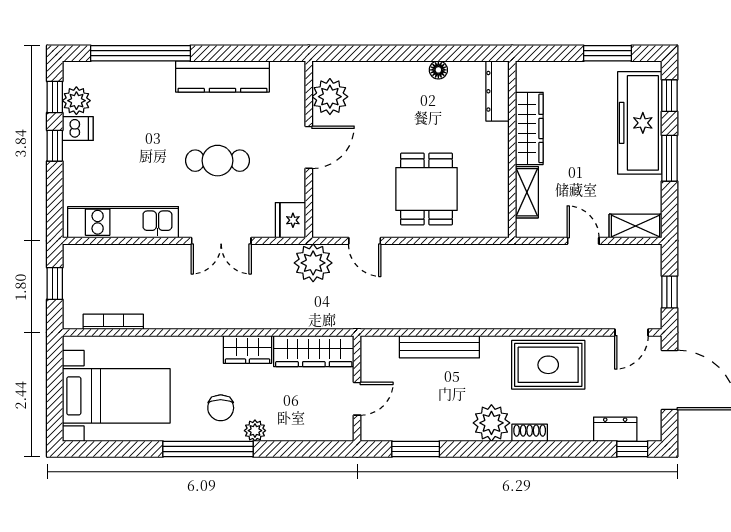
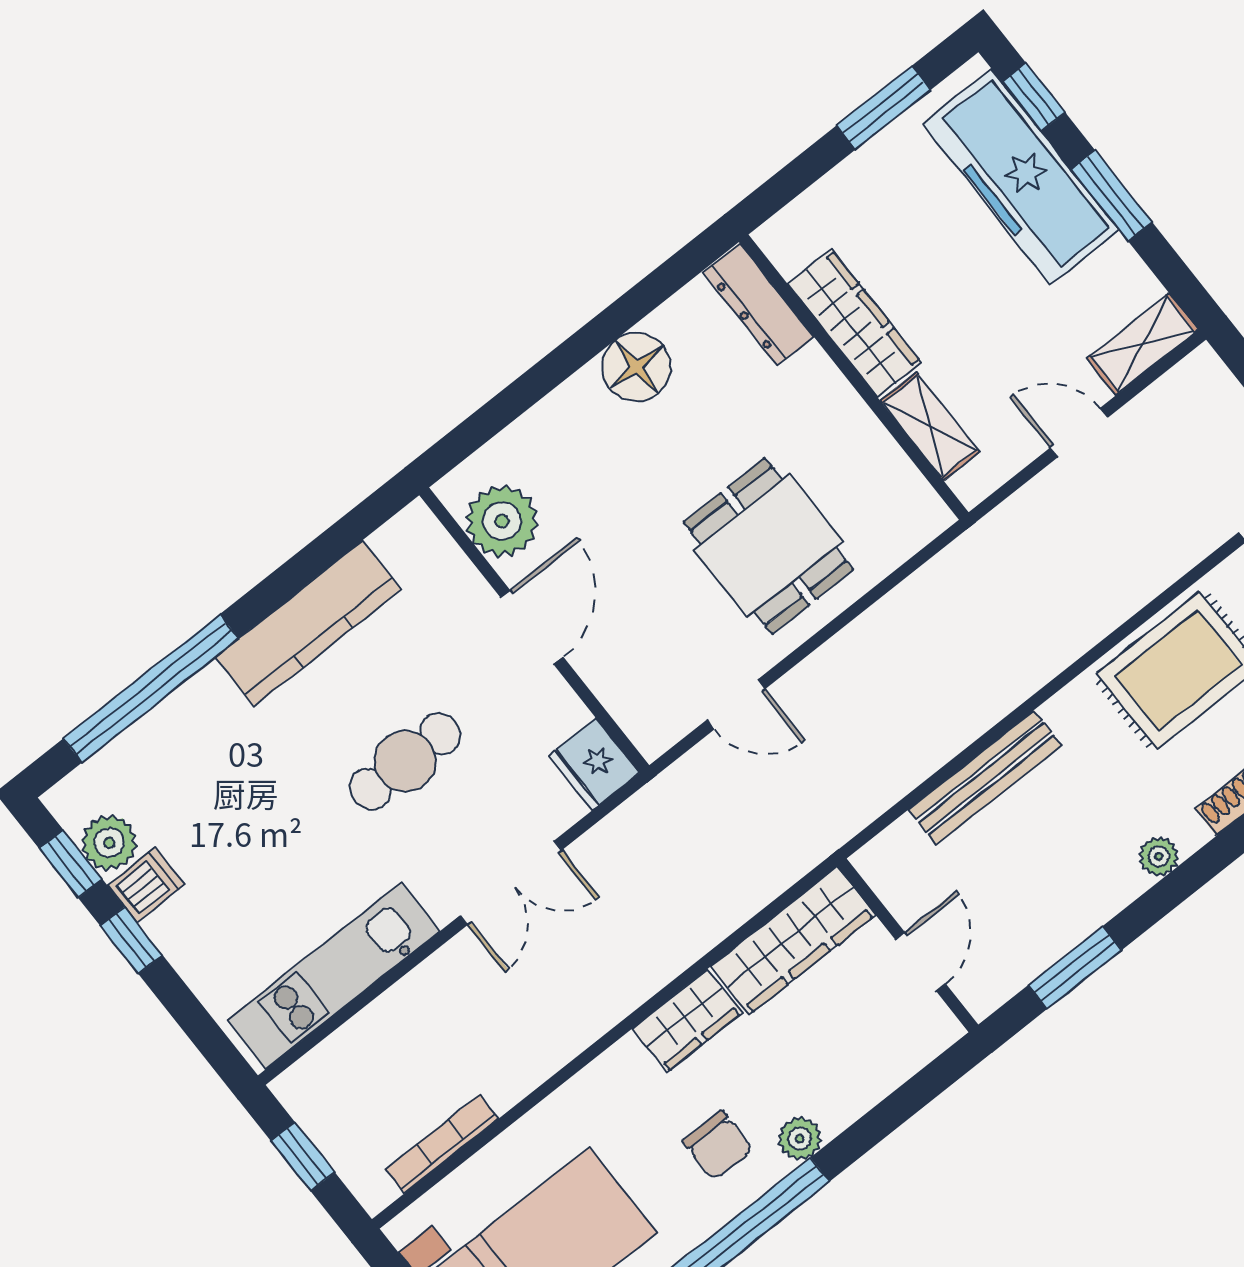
floor lamp: (438, 70) -> (636, 367), width x1.89, depth x1.89
plant: (313, 263) -> (682, 803), removed
plant: (491, 423) -> (1159, 856), width x0.53, depth x0.53

